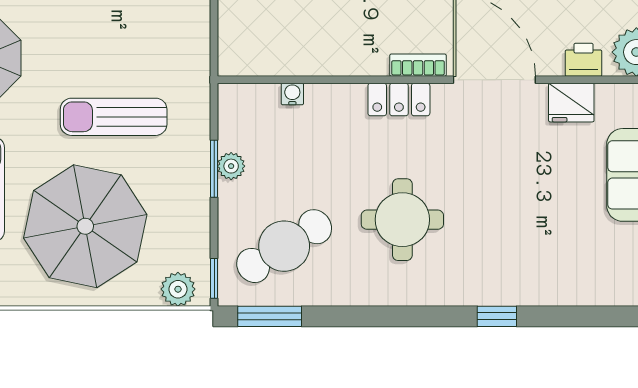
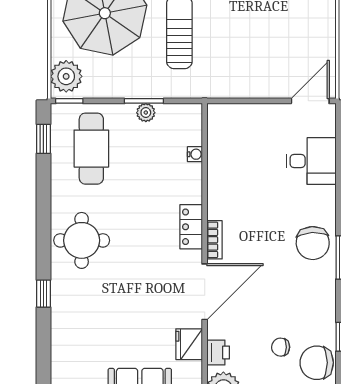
round table: (402, 220) -> (82, 240), moved
cafe table: (284, 246) -> (91, 149), turned 32
plant: (178, 289) -> (66, 76), width x1.36, depth x1.36
window: (270, 316) -> (43, 139), width x0.67

